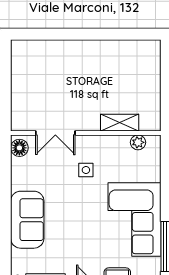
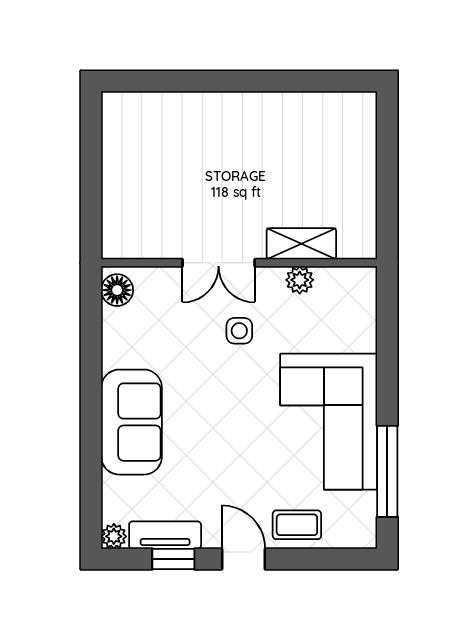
double door: (55, 133) -> (219, 263), moved
plant: (138, 142) -> (300, 280), moved

